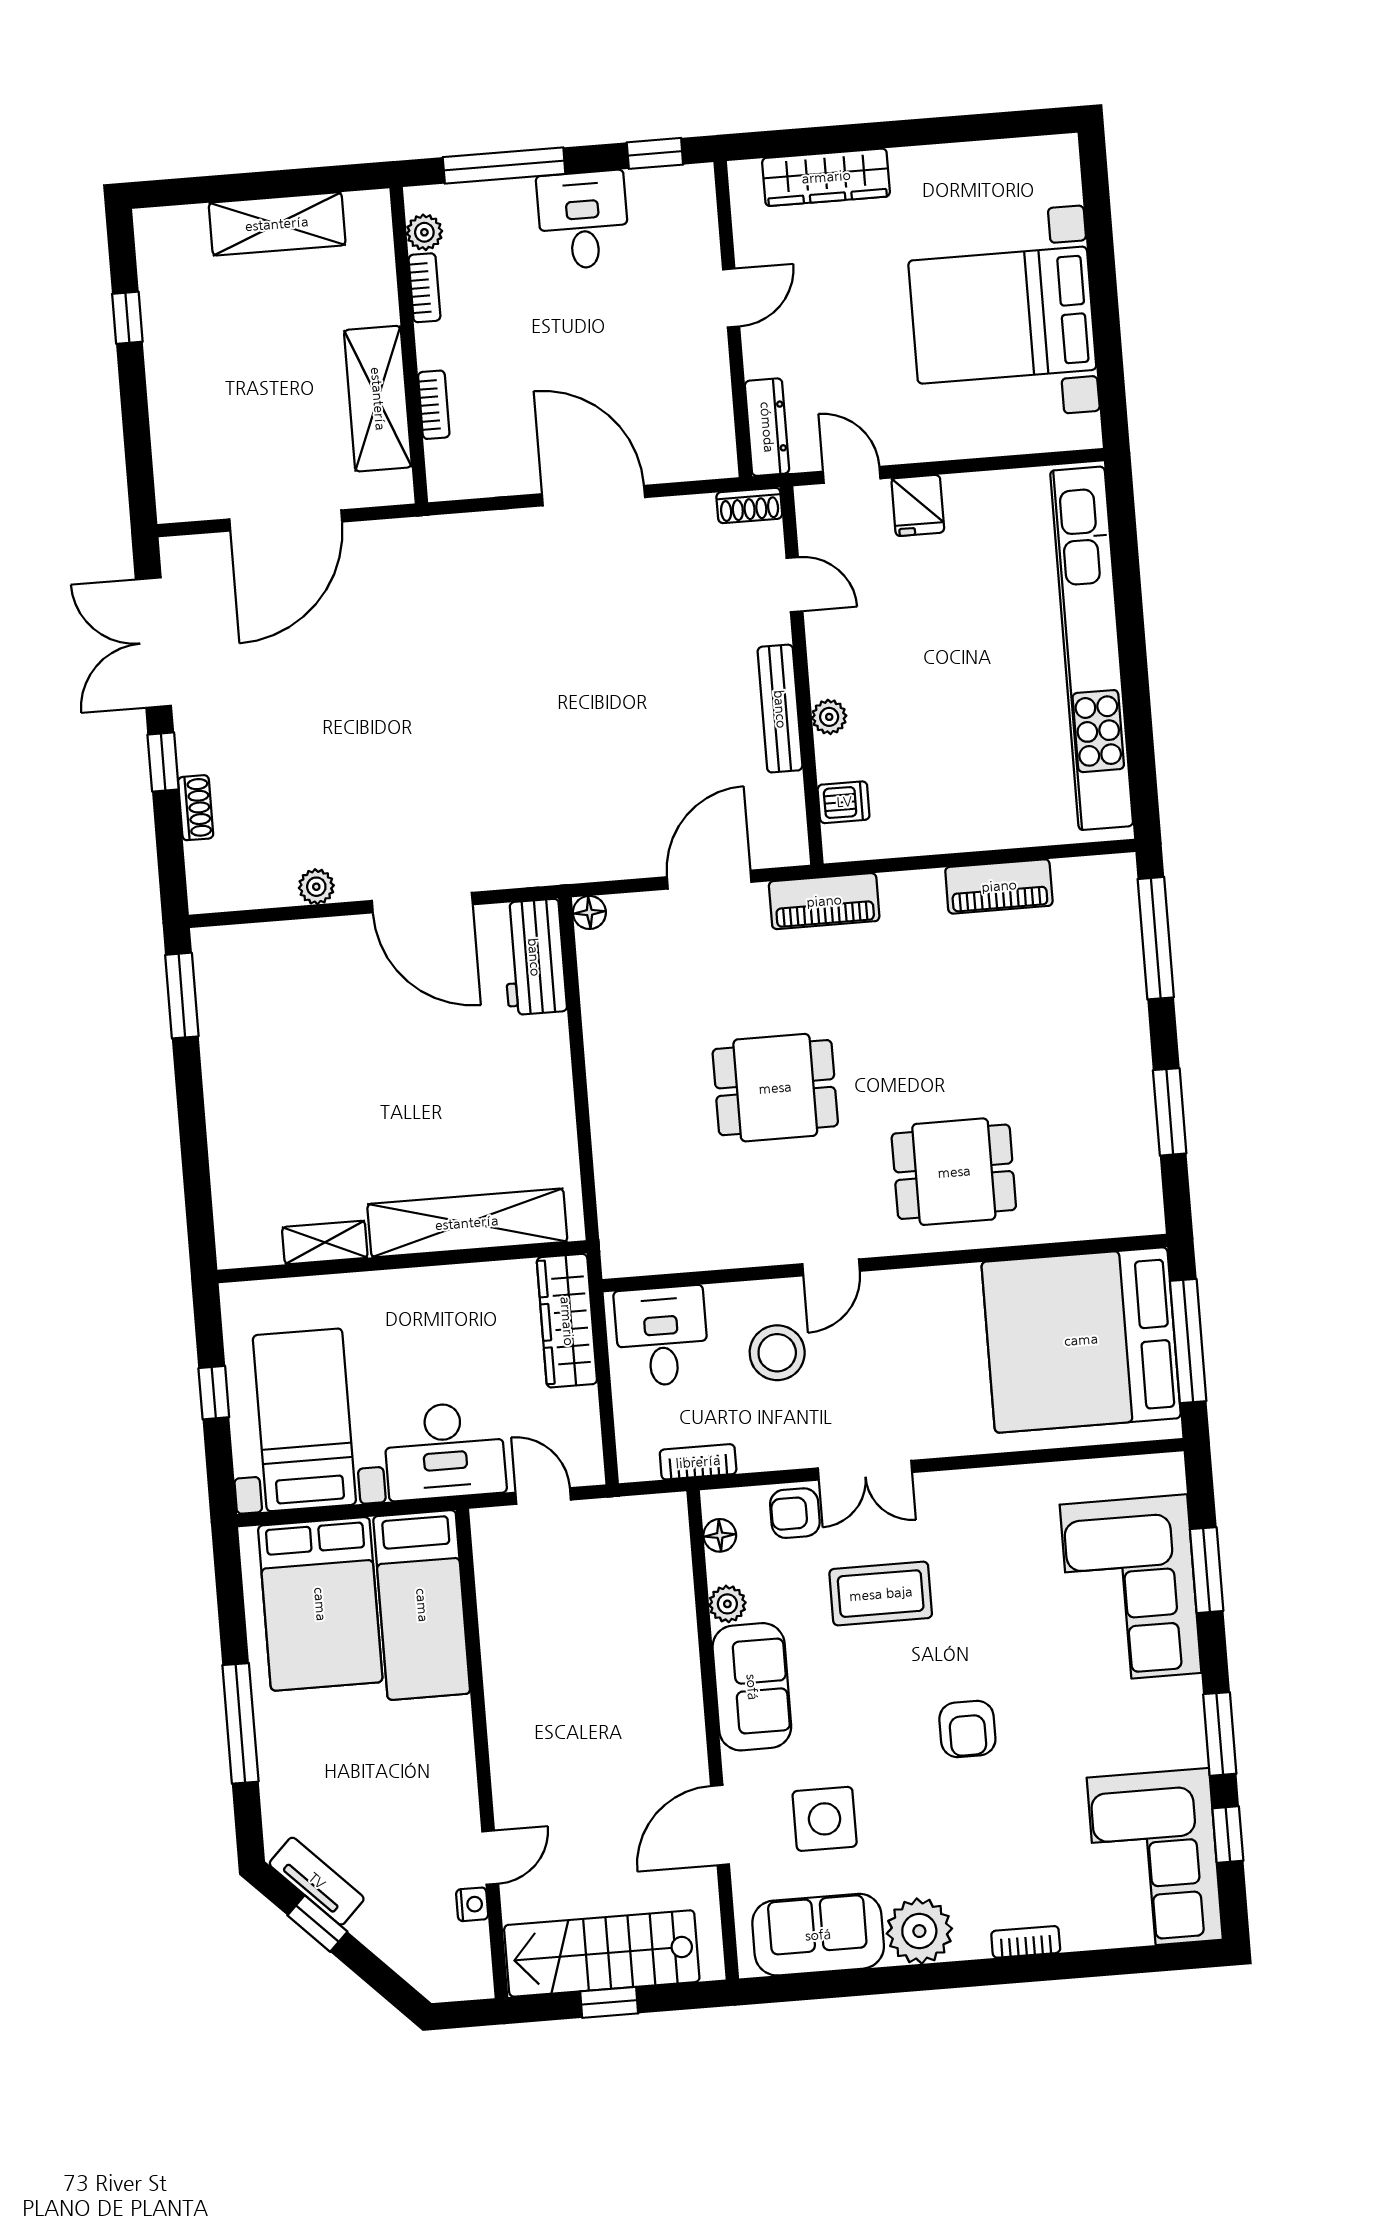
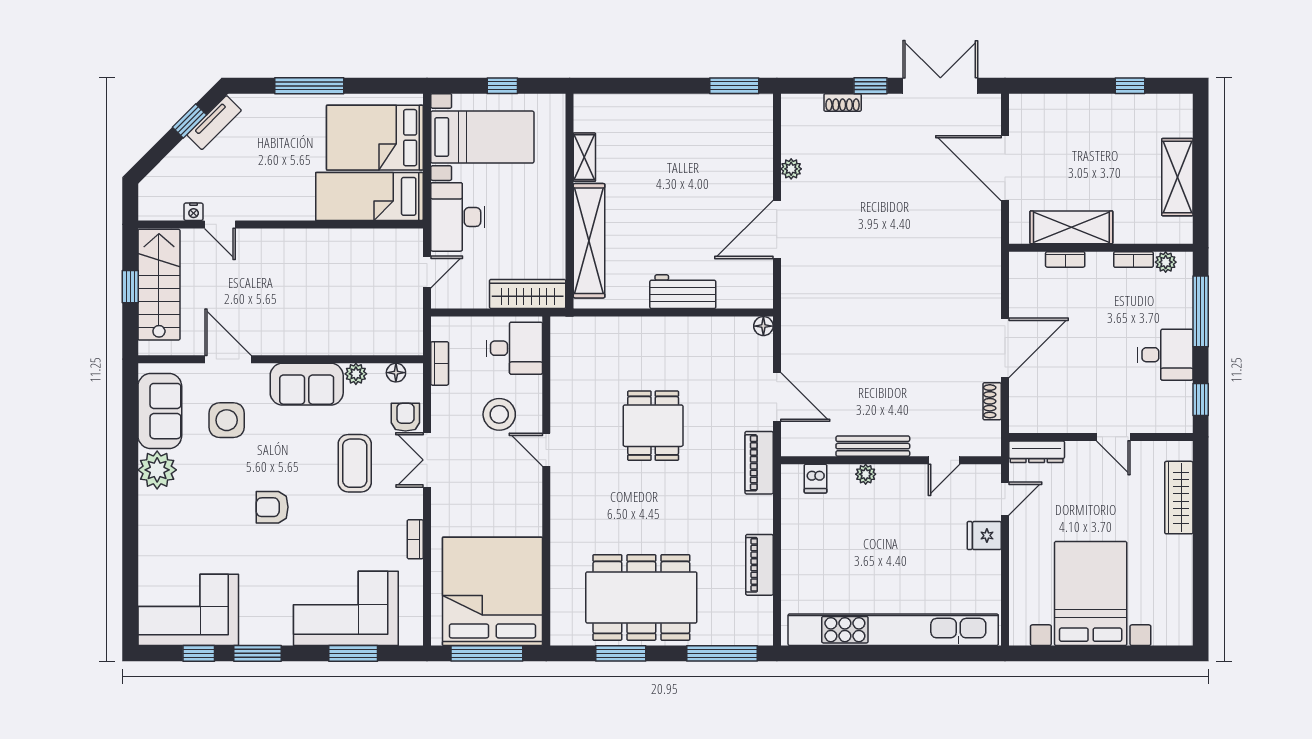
shoe rack: (749, 505) -> (992, 401), moved
workbench: (534, 957) -> (683, 292), moved
dining table: (954, 1172) -> (641, 597), moved, width x1.88, depth x1.24
bookcase: (1026, 1942) -> (415, 539), moved, turned 180

